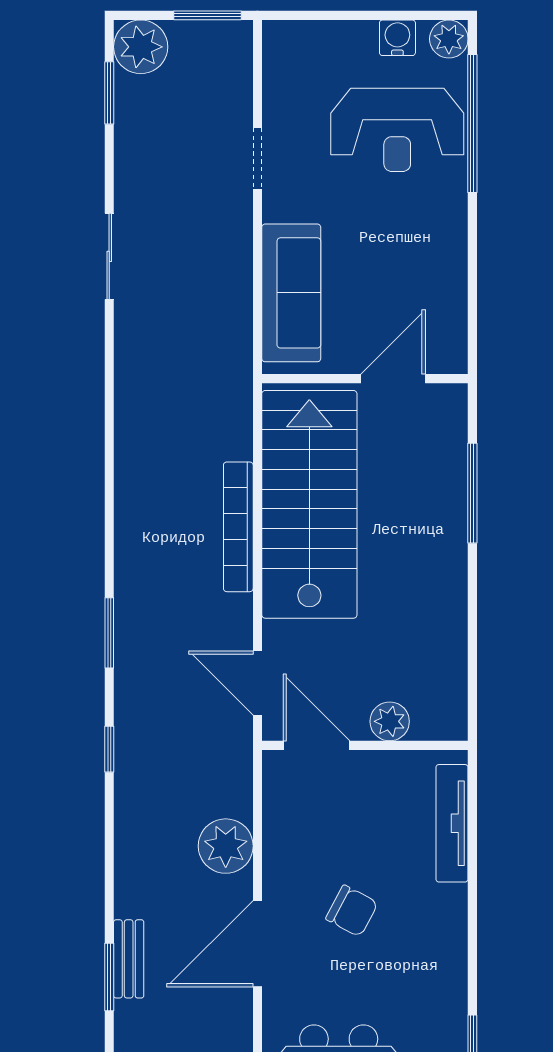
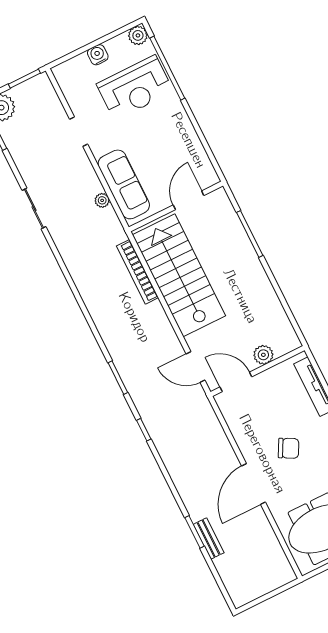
water cooler: (397, 38) -> (98, 55), moved
bookcase: (238, 527) -> (138, 272), moved
plant: (226, 846) -> (102, 200), moved, width x0.53, depth x0.53
bench: (129, 959) -> (209, 539), moved

